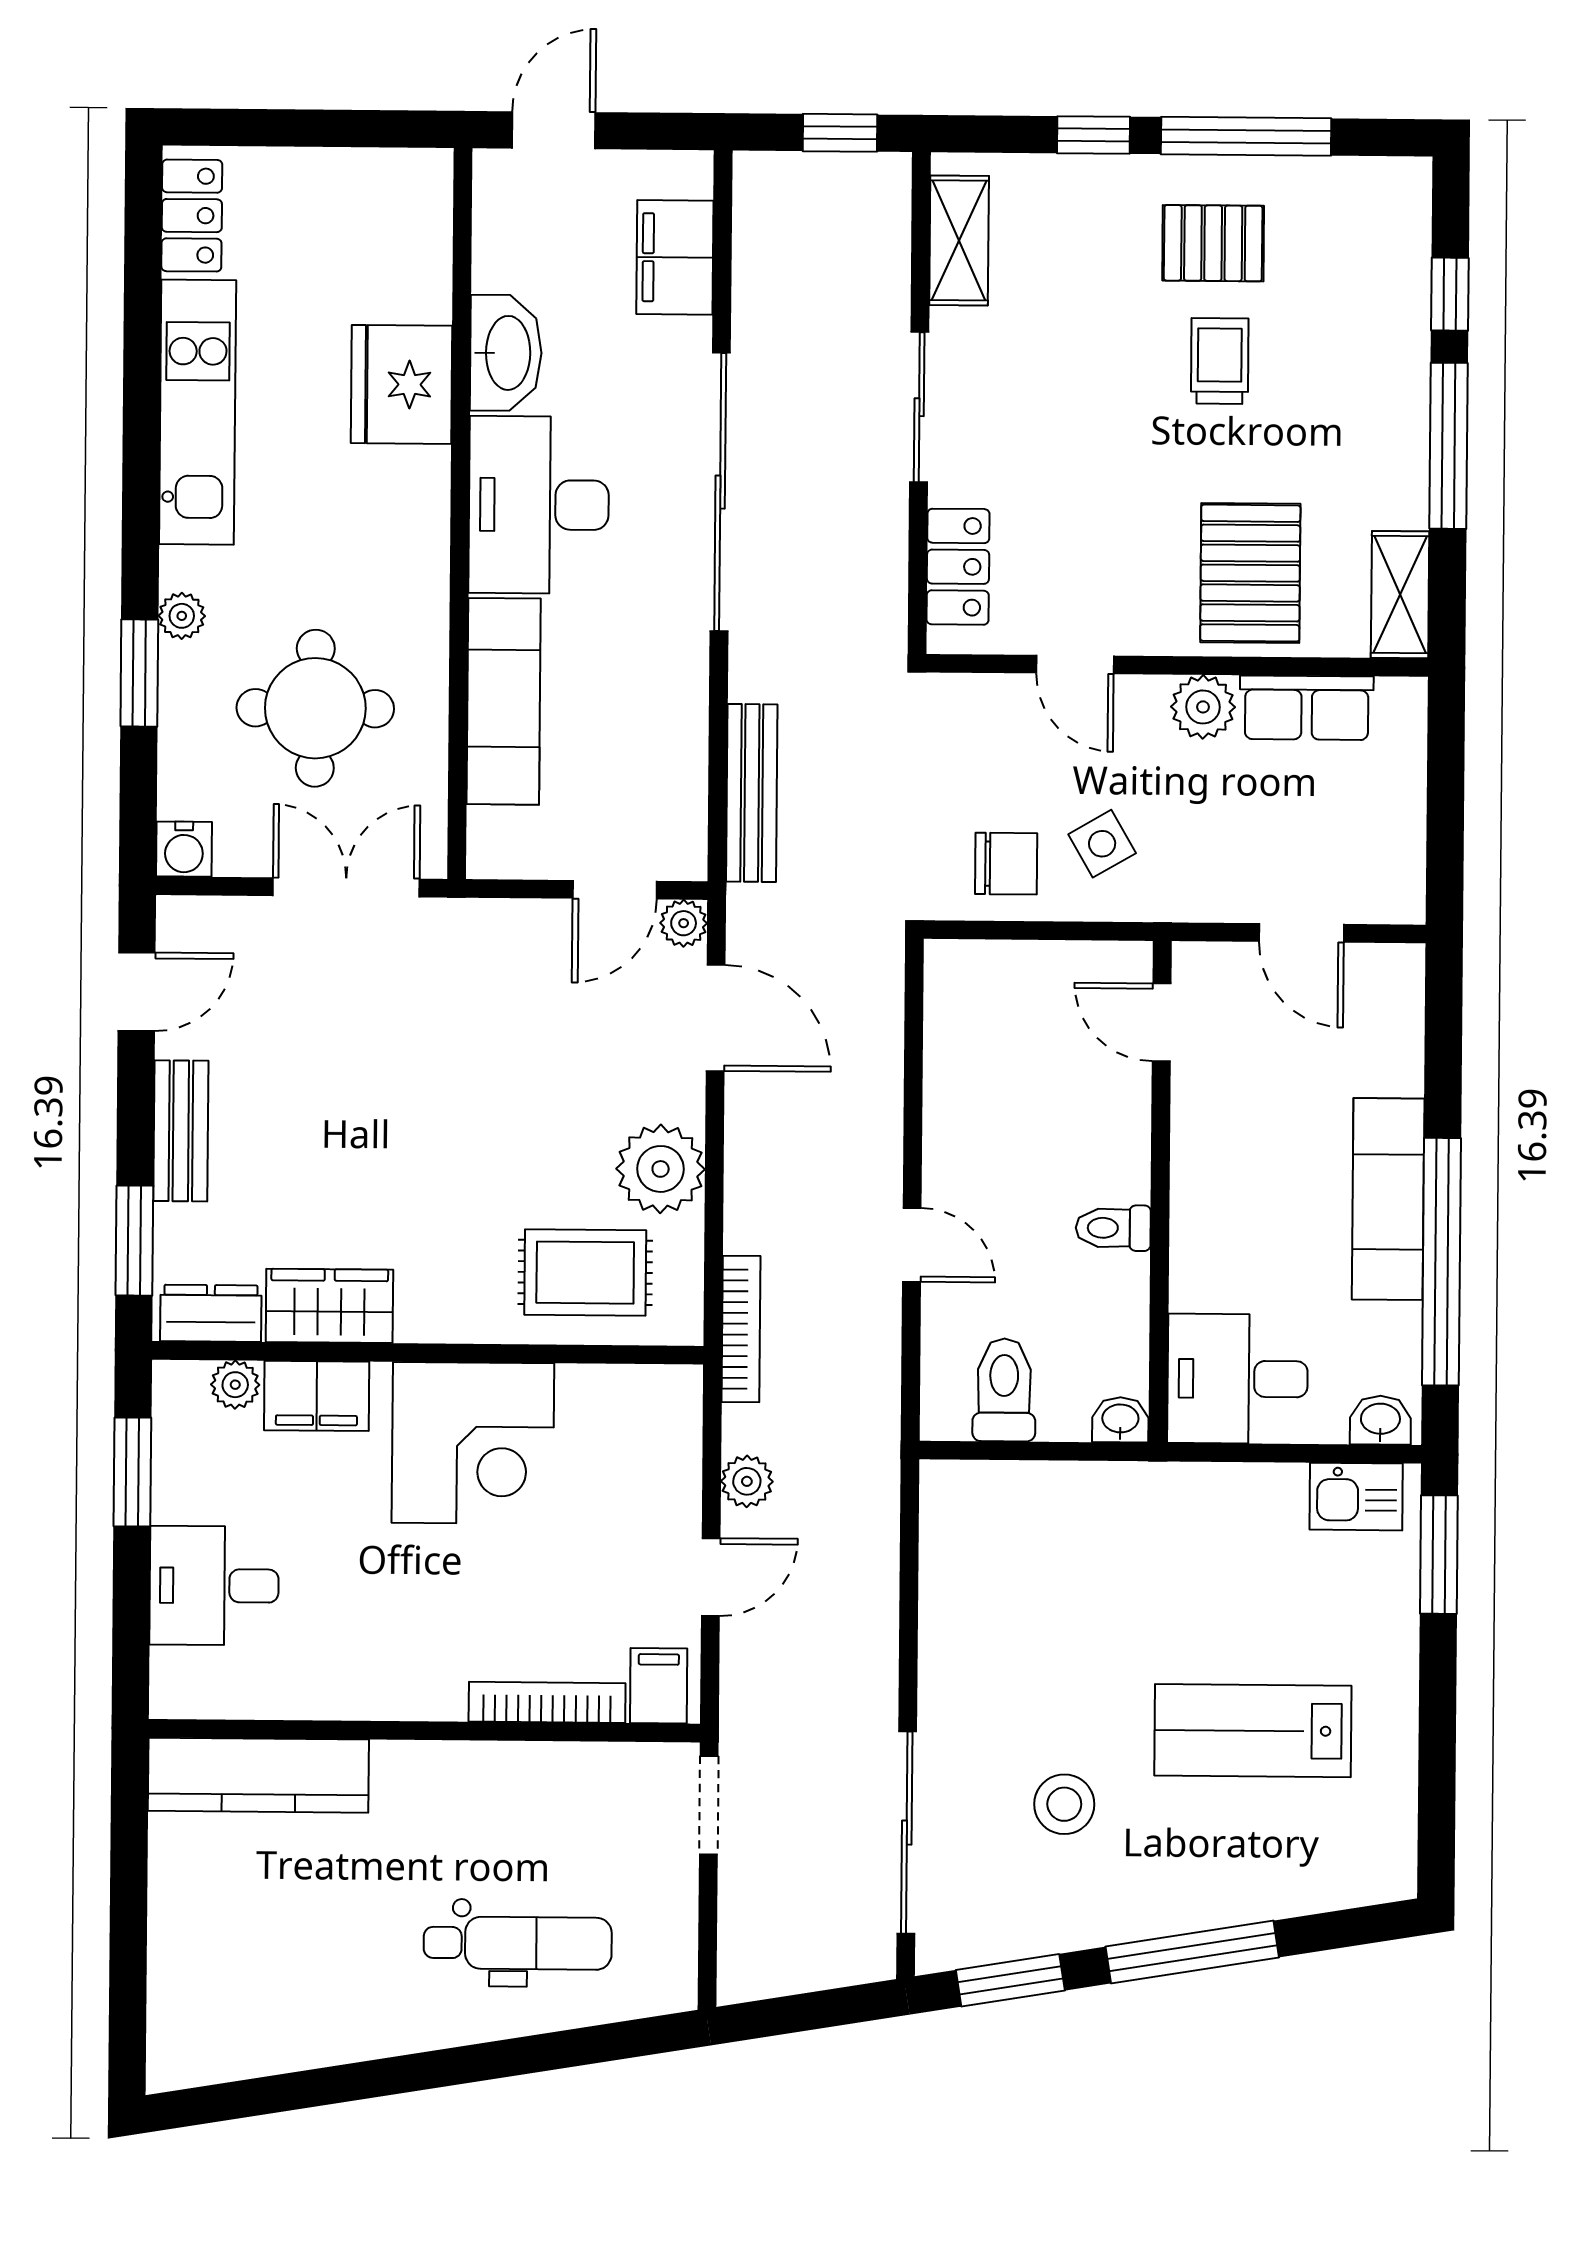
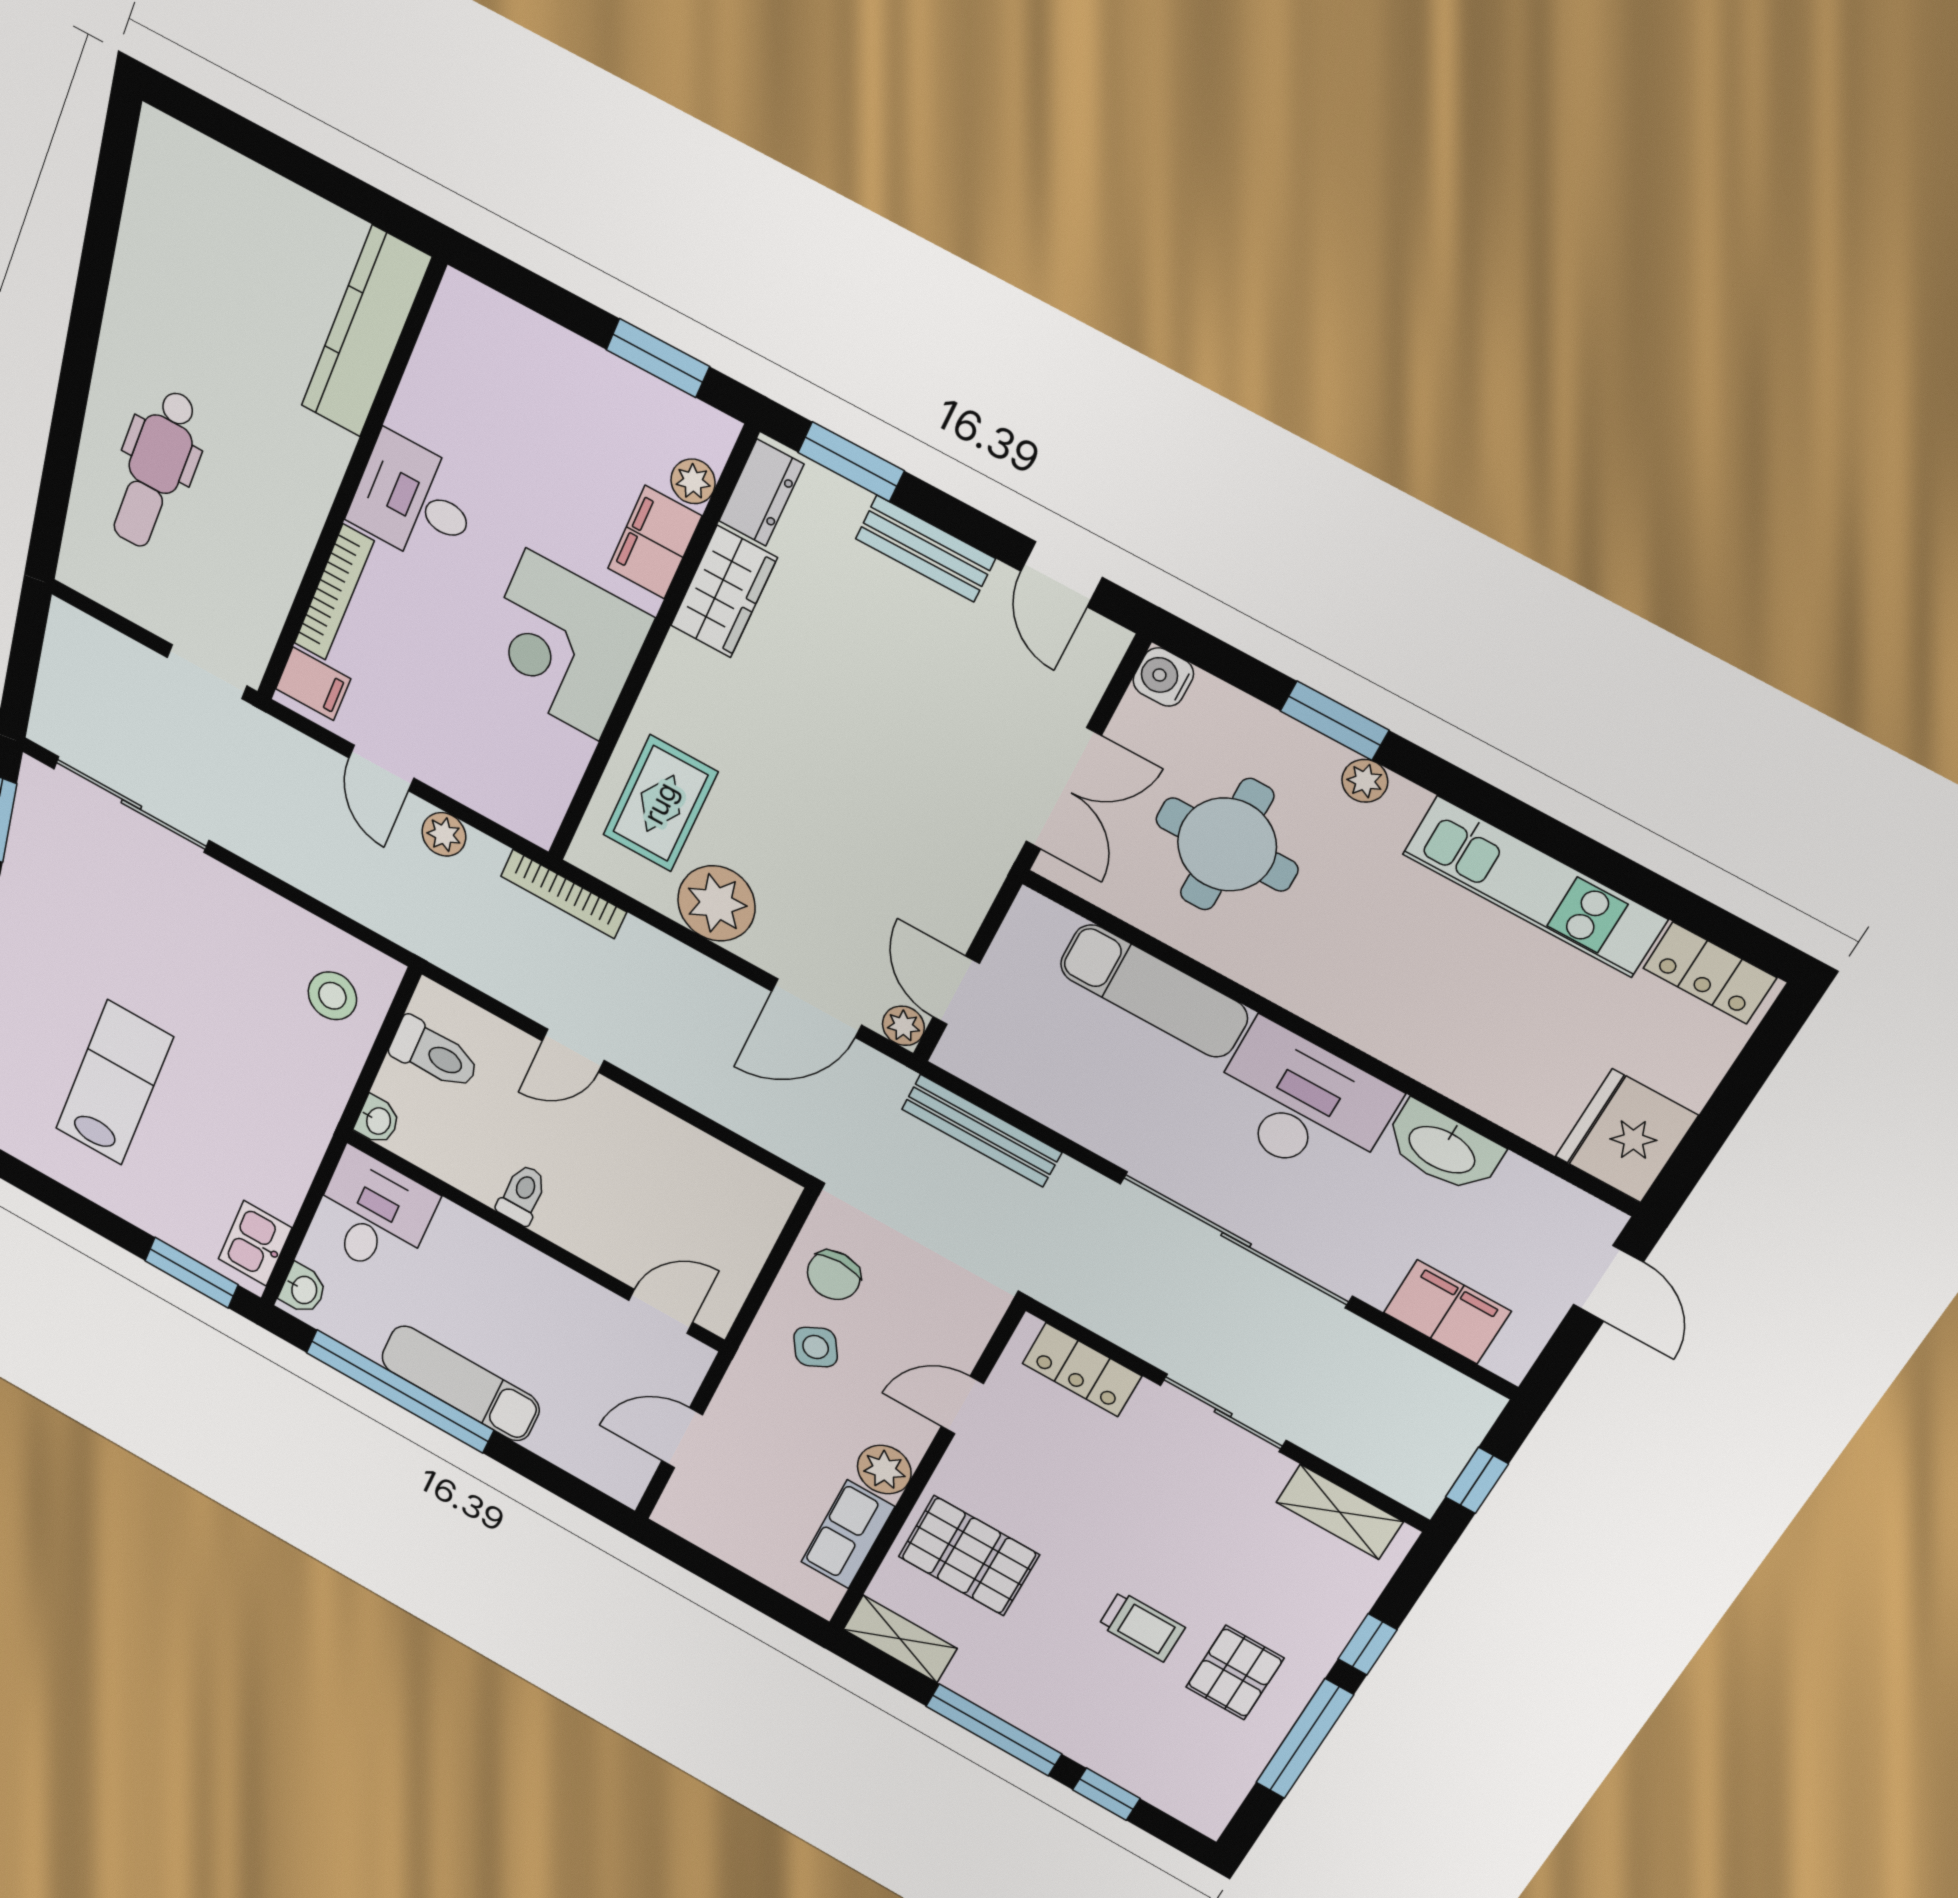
fridge: (401, 384) -> (1627, 1136), moved, turned -90
desk: (214, 1586) -> (414, 500), moved, turned -90
stool: (1064, 1804) -> (332, 996), moved

